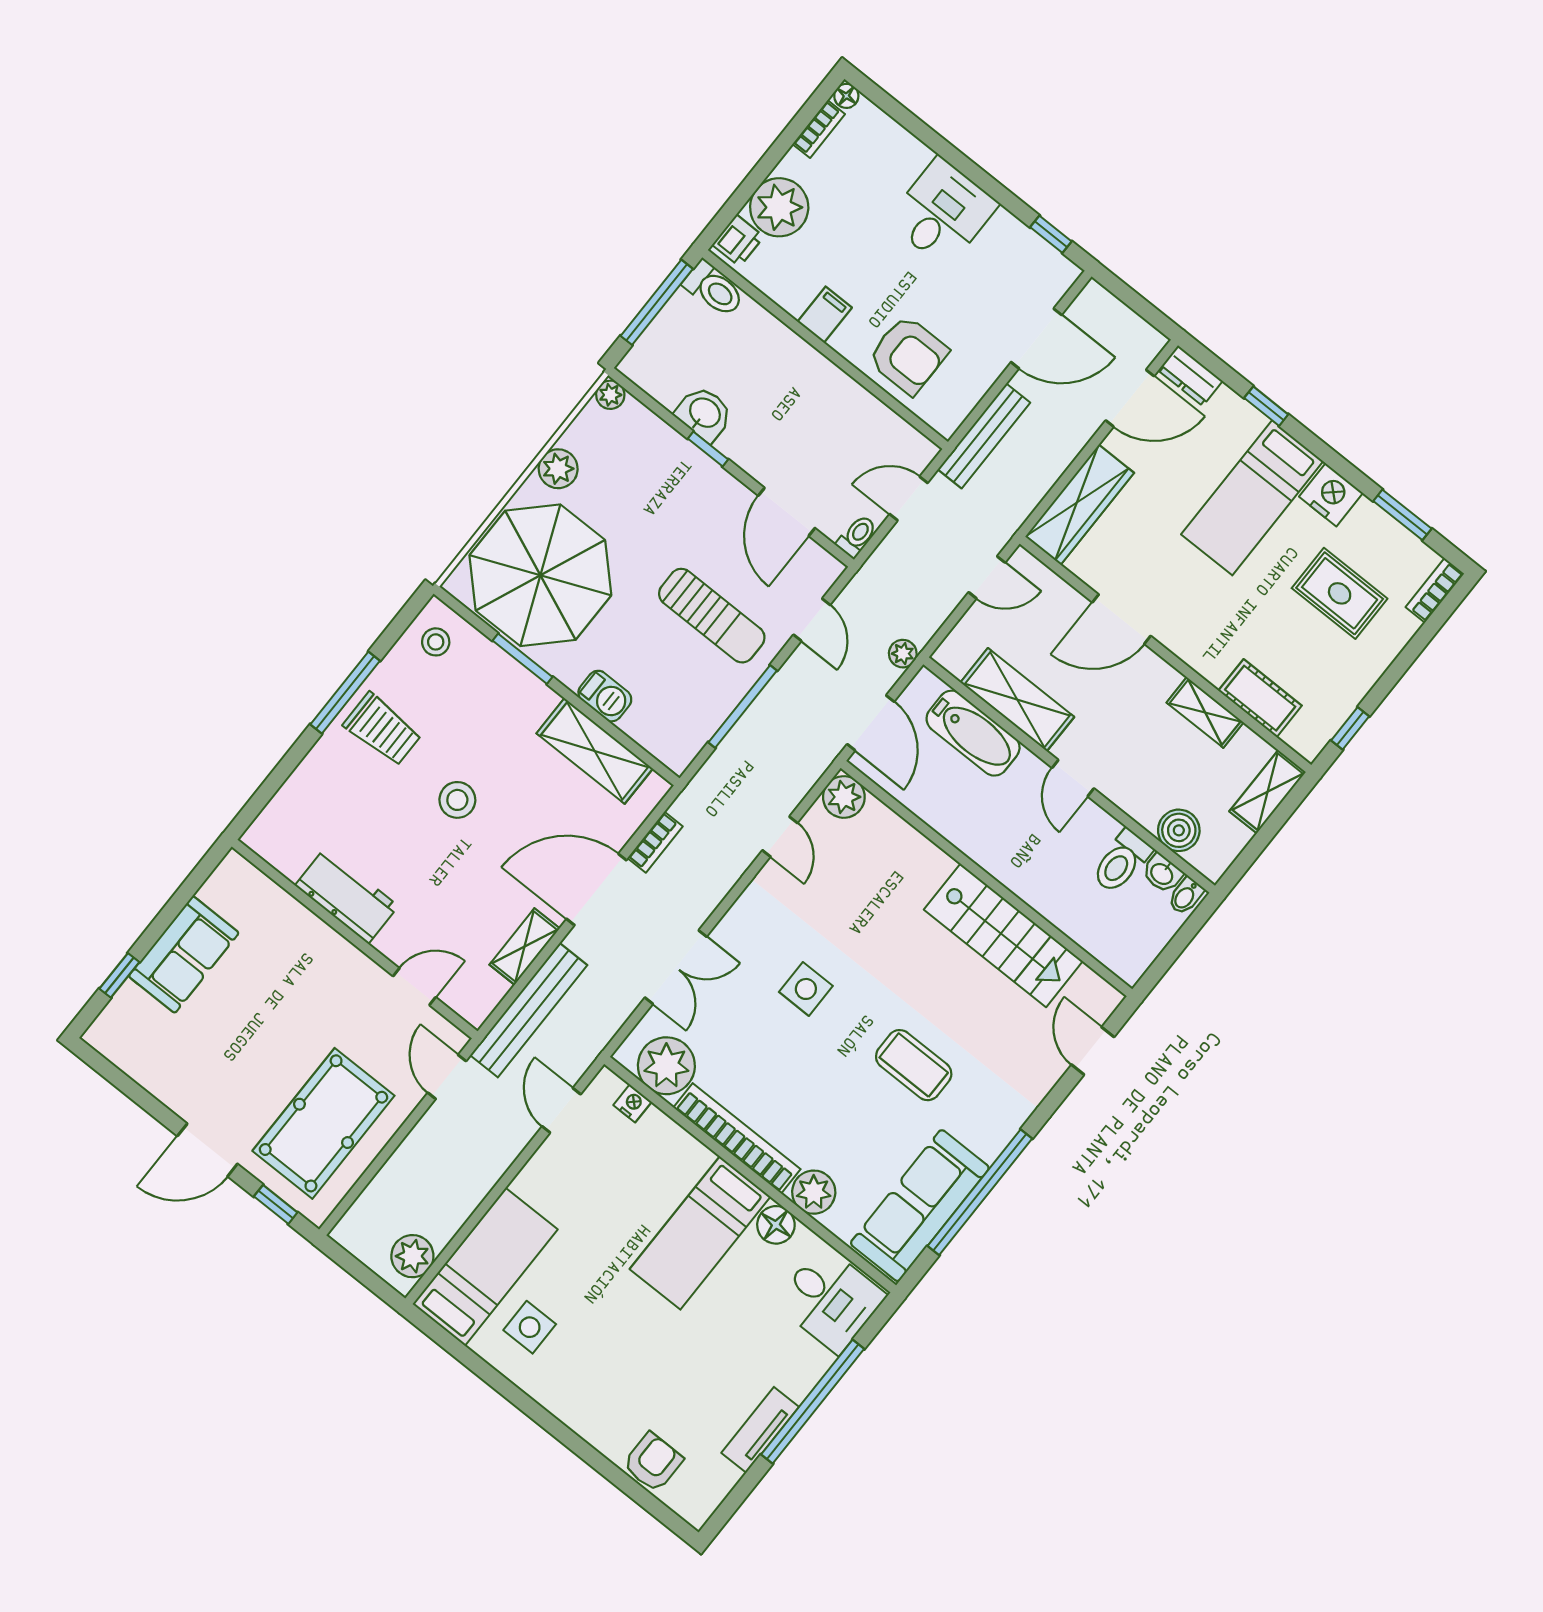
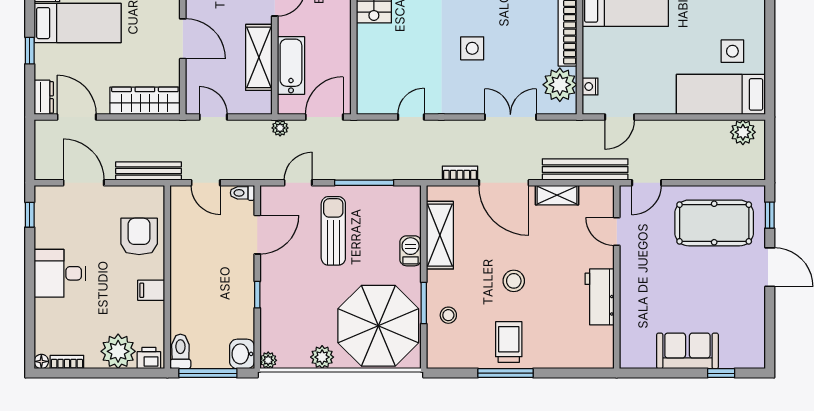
washbasin: (704, 414) -> (242, 354), moved
stool: (436, 642) -> (448, 315), moved
plant: (844, 797) -> (369, 102), removed

